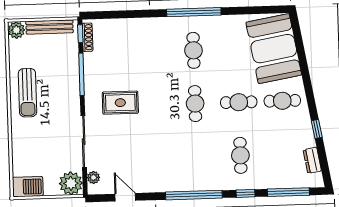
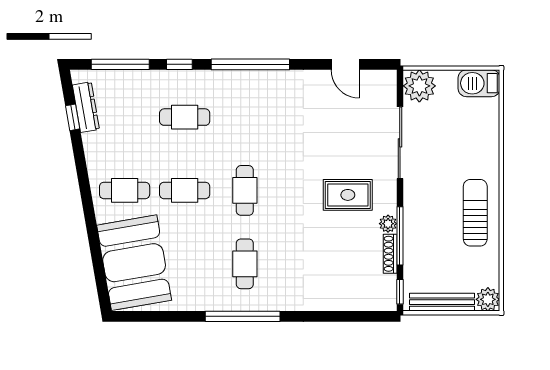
shoe rack: (88, 37) -> (390, 254), moved
window: (317, 129) -> (73, 117), moved
cafe table: (240, 155) -> (185, 117), turned 90
dresser: (312, 160) -> (86, 107), width x1.44
plant: (93, 177) -> (388, 224), moved

